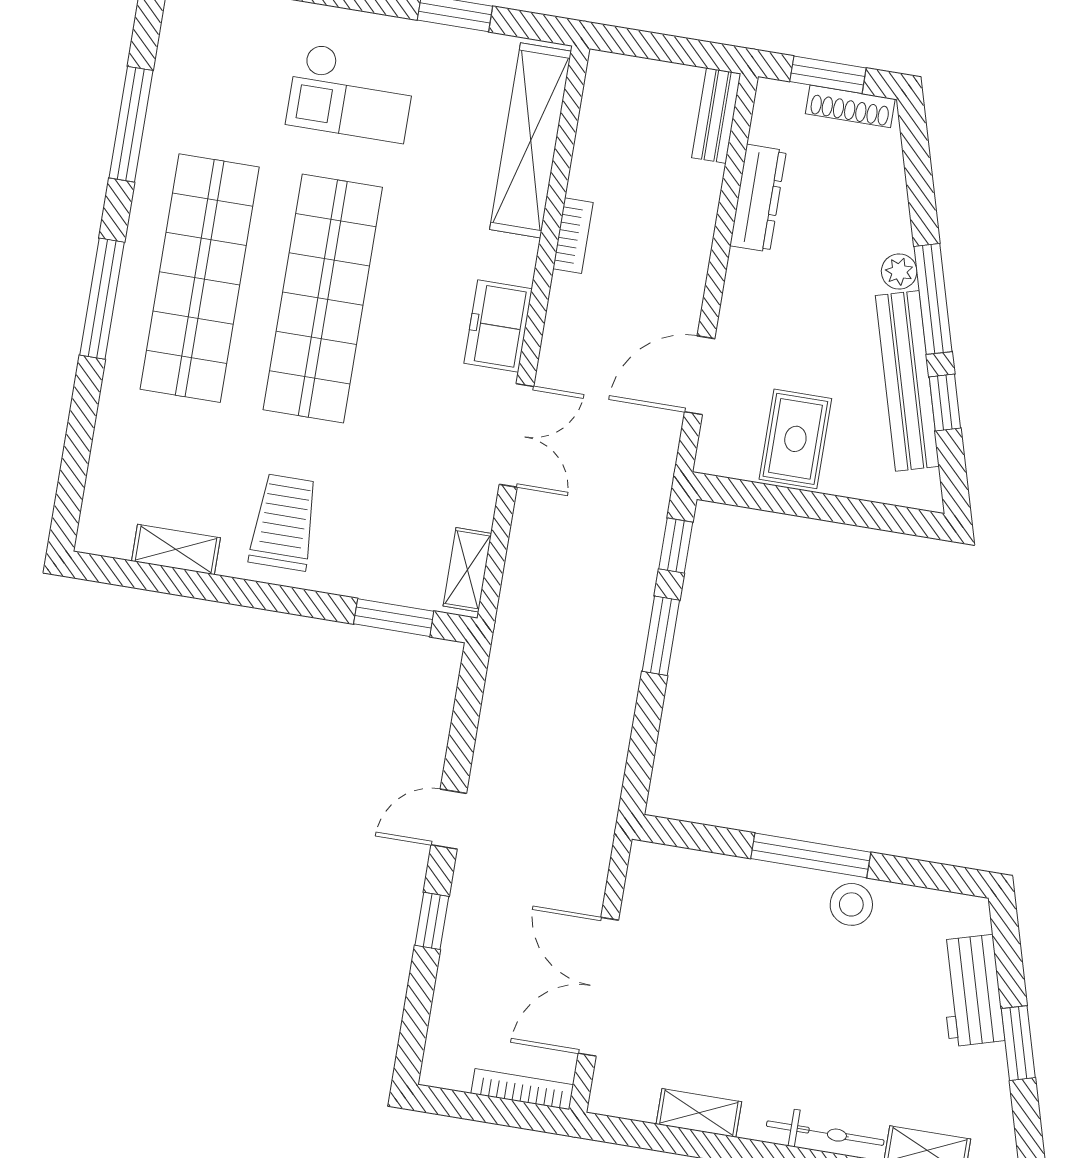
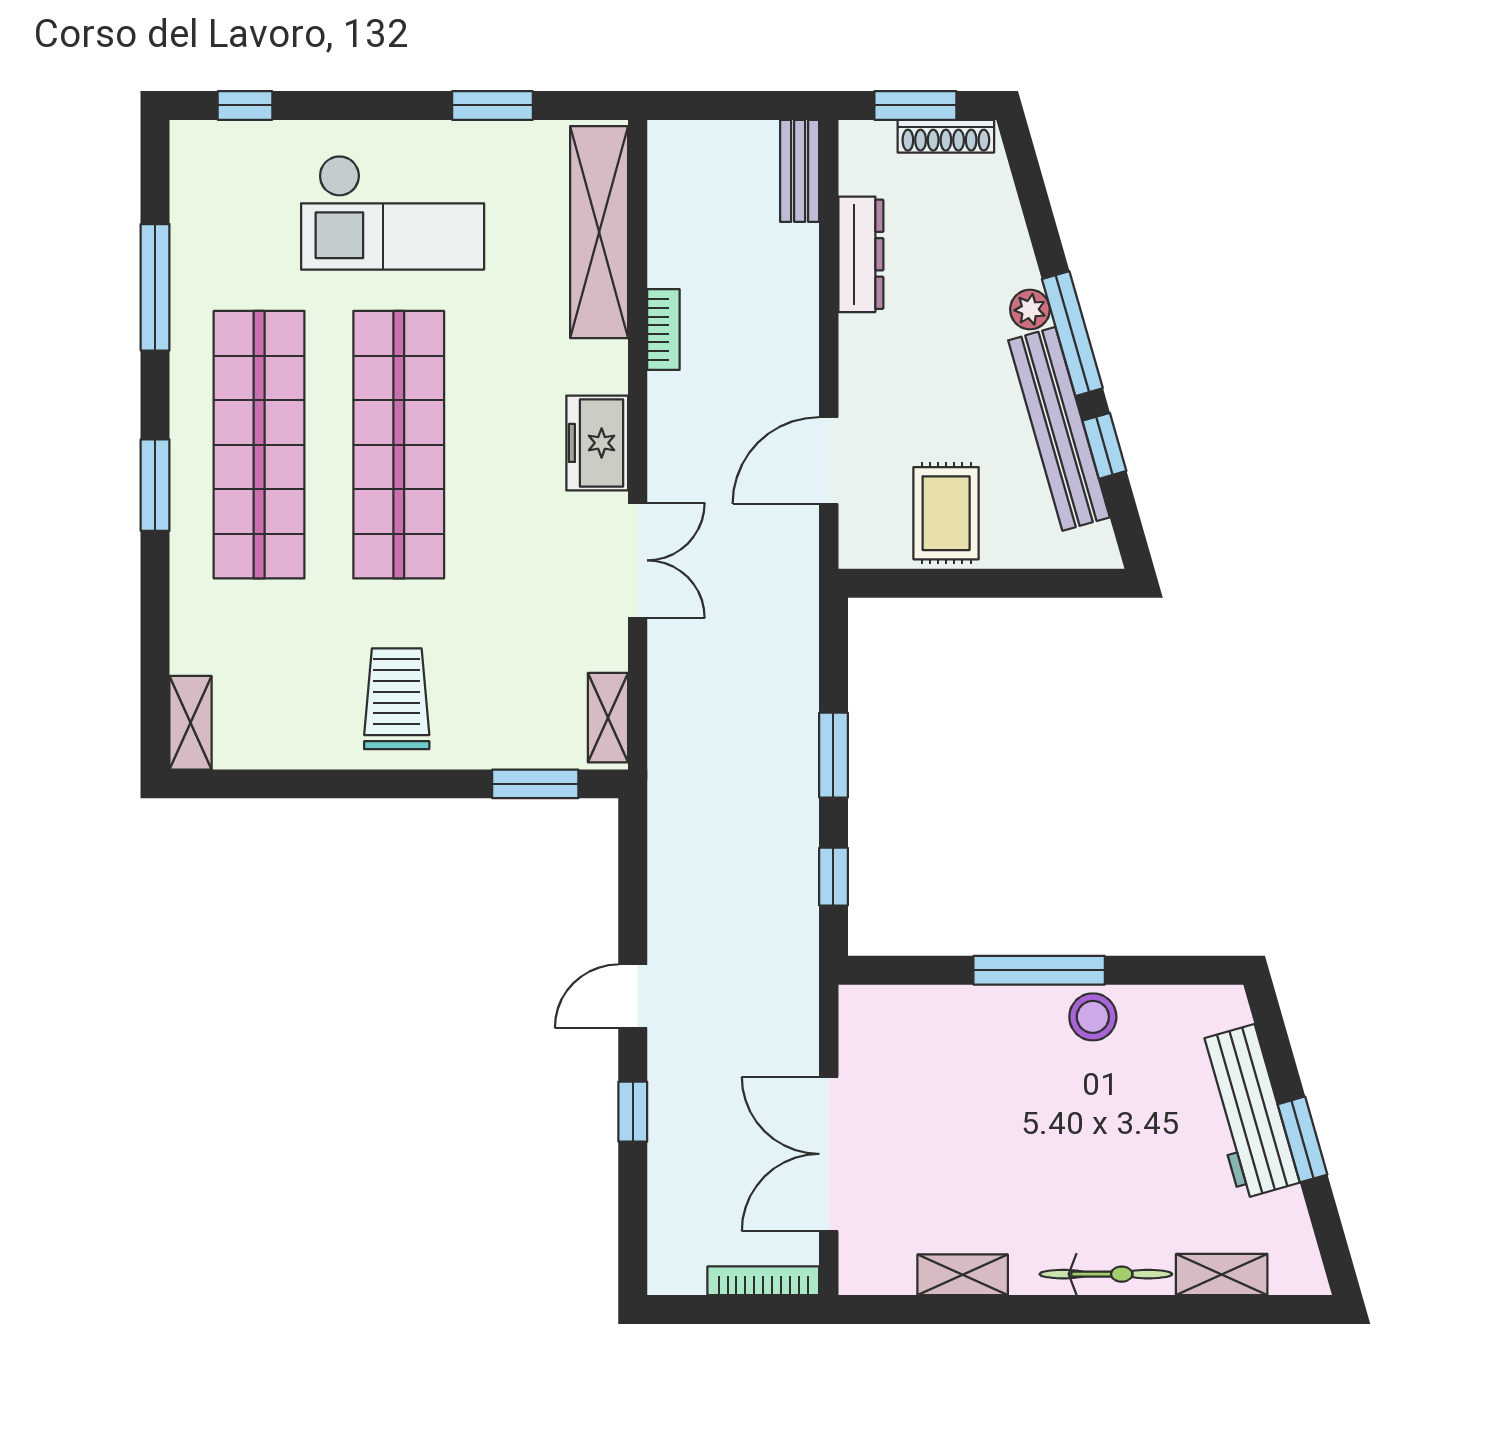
checkout: (351, 93) -> (393, 212), width x1.36, depth x1.21
window: (102, 299) -> (155, 485), width x0.69
window: (676, 546) -> (833, 877), moved
shelving: (176, 549) -> (190, 723), moved, turned 90
workbench: (971, 991) -> (1247, 1112), width x1.38

